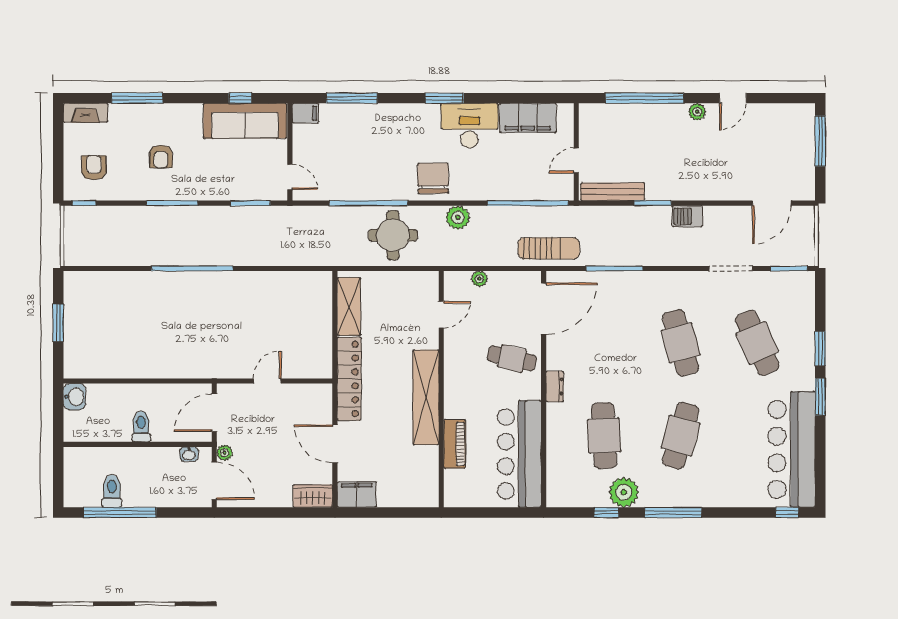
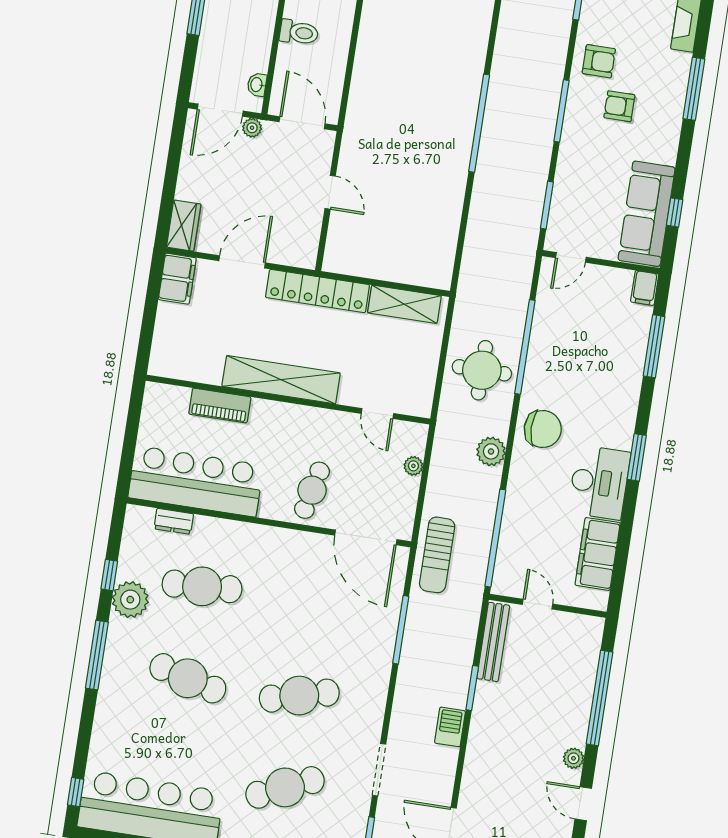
armchair: (94, 168) -> (599, 61), moved
dresser: (555, 386) -> (174, 521), moved

